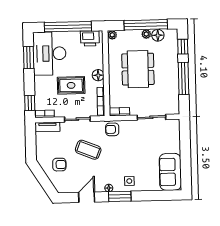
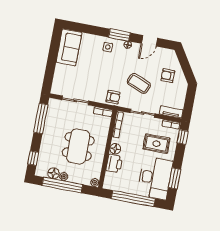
printer: (90, 38) -> (114, 164), moved, turned 90
window: (184, 78) -> (41, 118), moved
rug: (71, 85) -> (156, 144), moved

